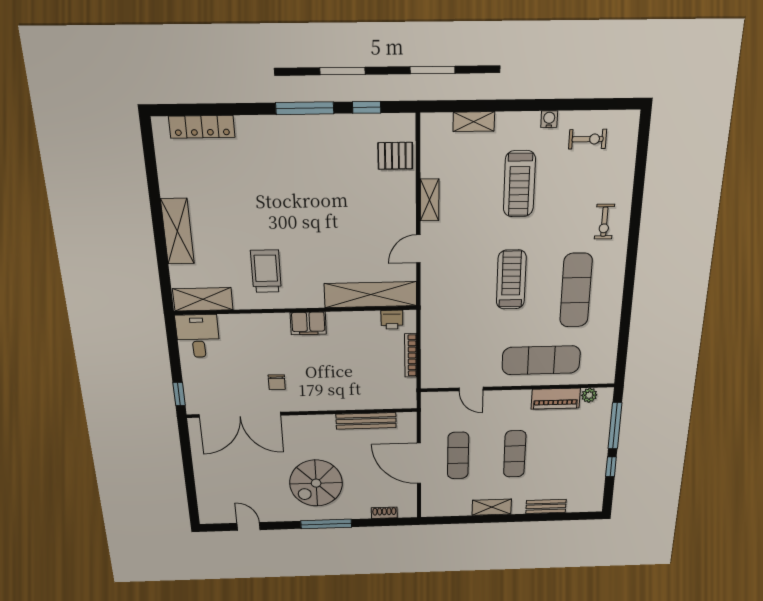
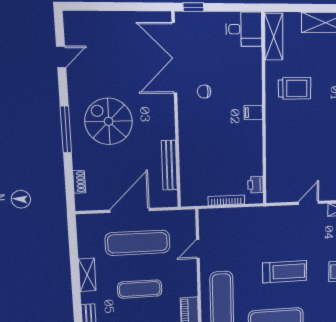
door: (418, 249) -> (308, 203), hinge flipped
shelving: (371, 295) -> (275, 168), removed
filing cabinet: (308, 323) -> (253, 113), width x0.50
exercise mat: (458, 456) -> (138, 243), width x1.36, depth x1.45

